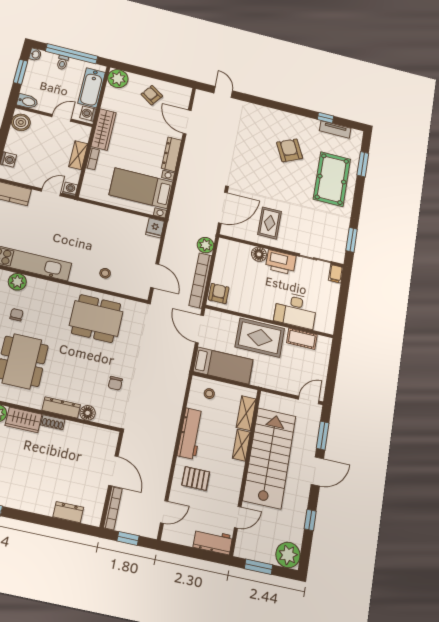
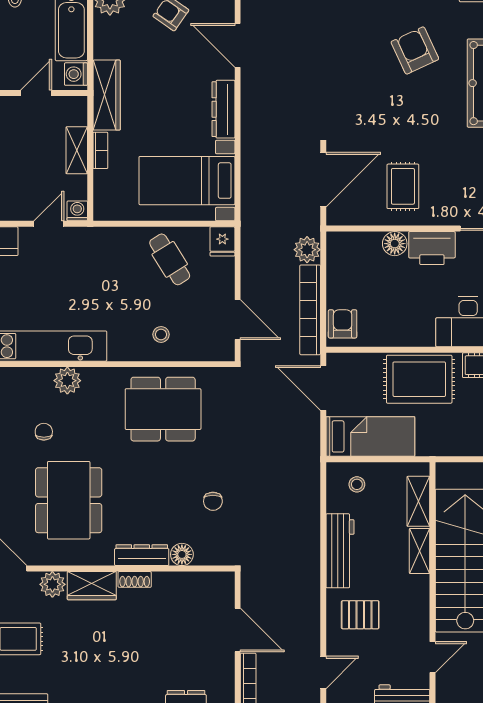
cafe table: (120, 231) -> (170, 259), added
plant: (17, 282) -> (67, 381), moved

